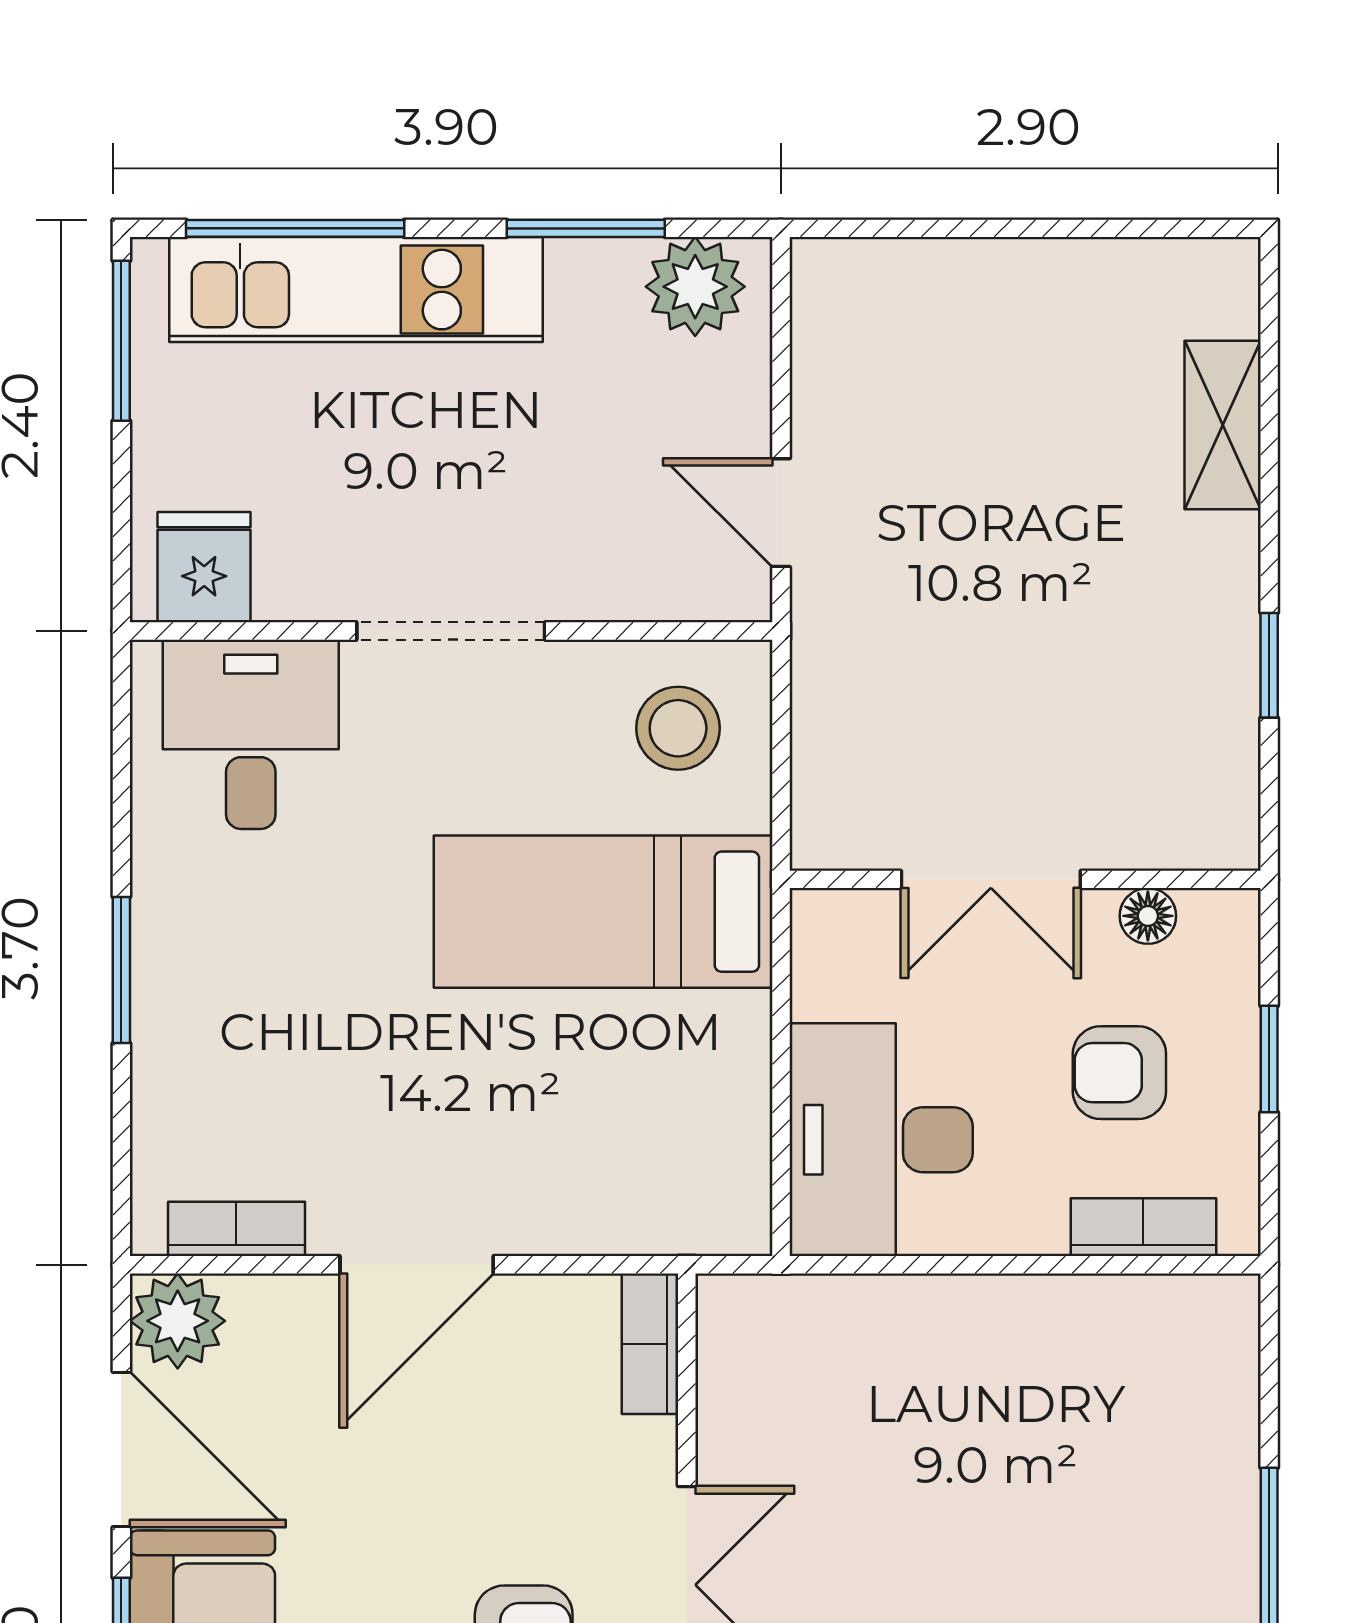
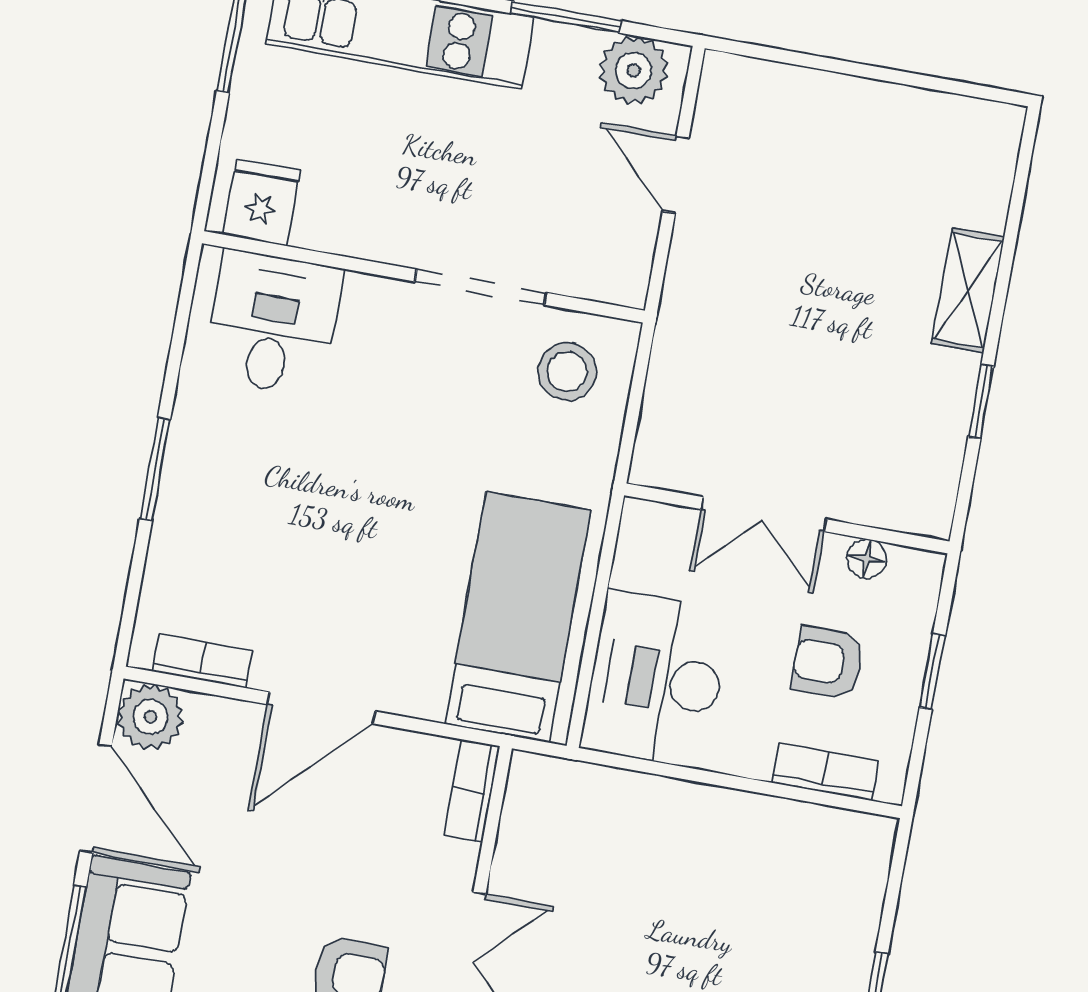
shelving: (1223, 425) -> (968, 290), moved
door: (781, 513) -> (676, 175), moved
doorway: (451, 631) -> (481, 287), moved
bed: (603, 912) -> (518, 617), moved, turned 90

